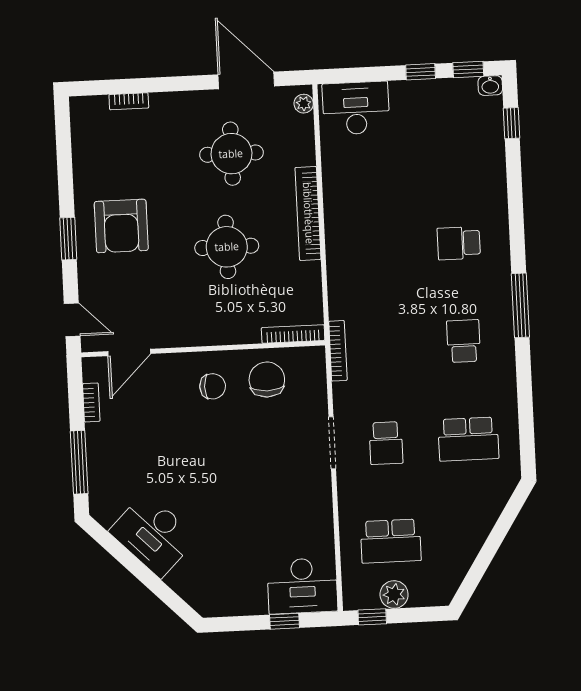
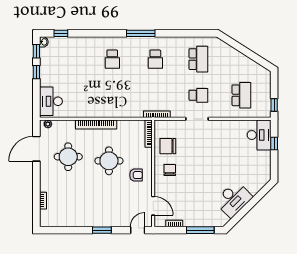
armchair: (121, 226) -> (136, 175), moved, width x0.53, depth x0.53
school desk: (464, 341) -> (155, 59), turned -90
plant: (394, 594) -> (265, 95), removed

